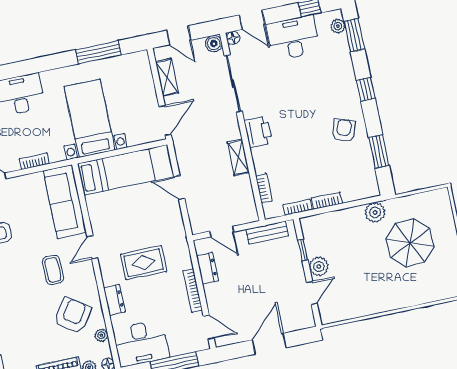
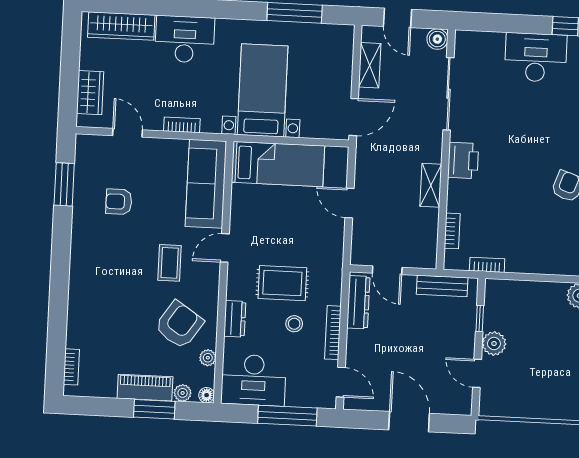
door: (252, 20) -> (492, 22), removed
floor lamp: (233, 38) -> (463, 38), removed
bookcase: (327, 201) -> (525, 266), removed
dresser: (207, 268) -> (358, 302), width x1.44
stool: (161, 292) -> (294, 324), added
door: (312, 293) -> (477, 373), swing flipped
door: (269, 344) -> (409, 422), hinge flipped

